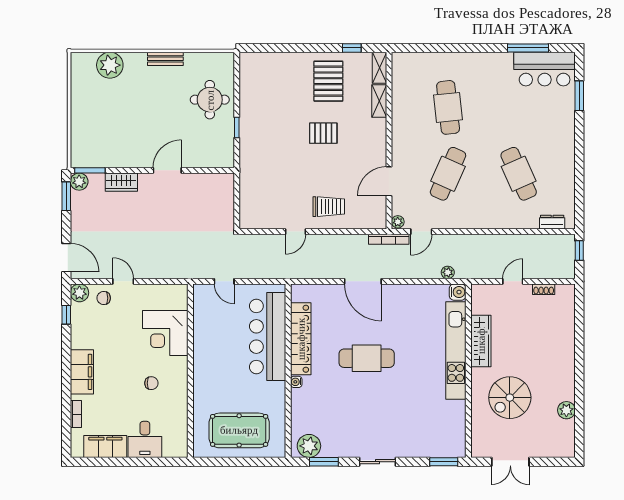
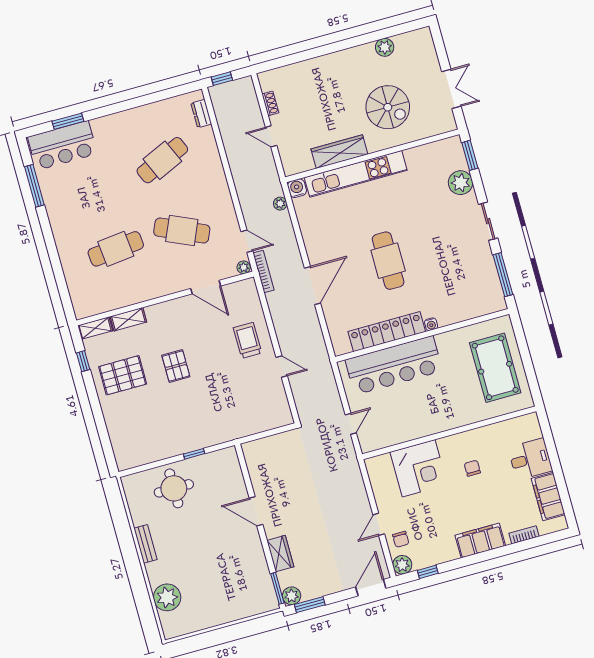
bar counter: (545, 69) -> (62, 145), moved, turned 90
plant: (309, 446) -> (461, 183), moved
window: (324, 462) -> (503, 275), width x1.44

